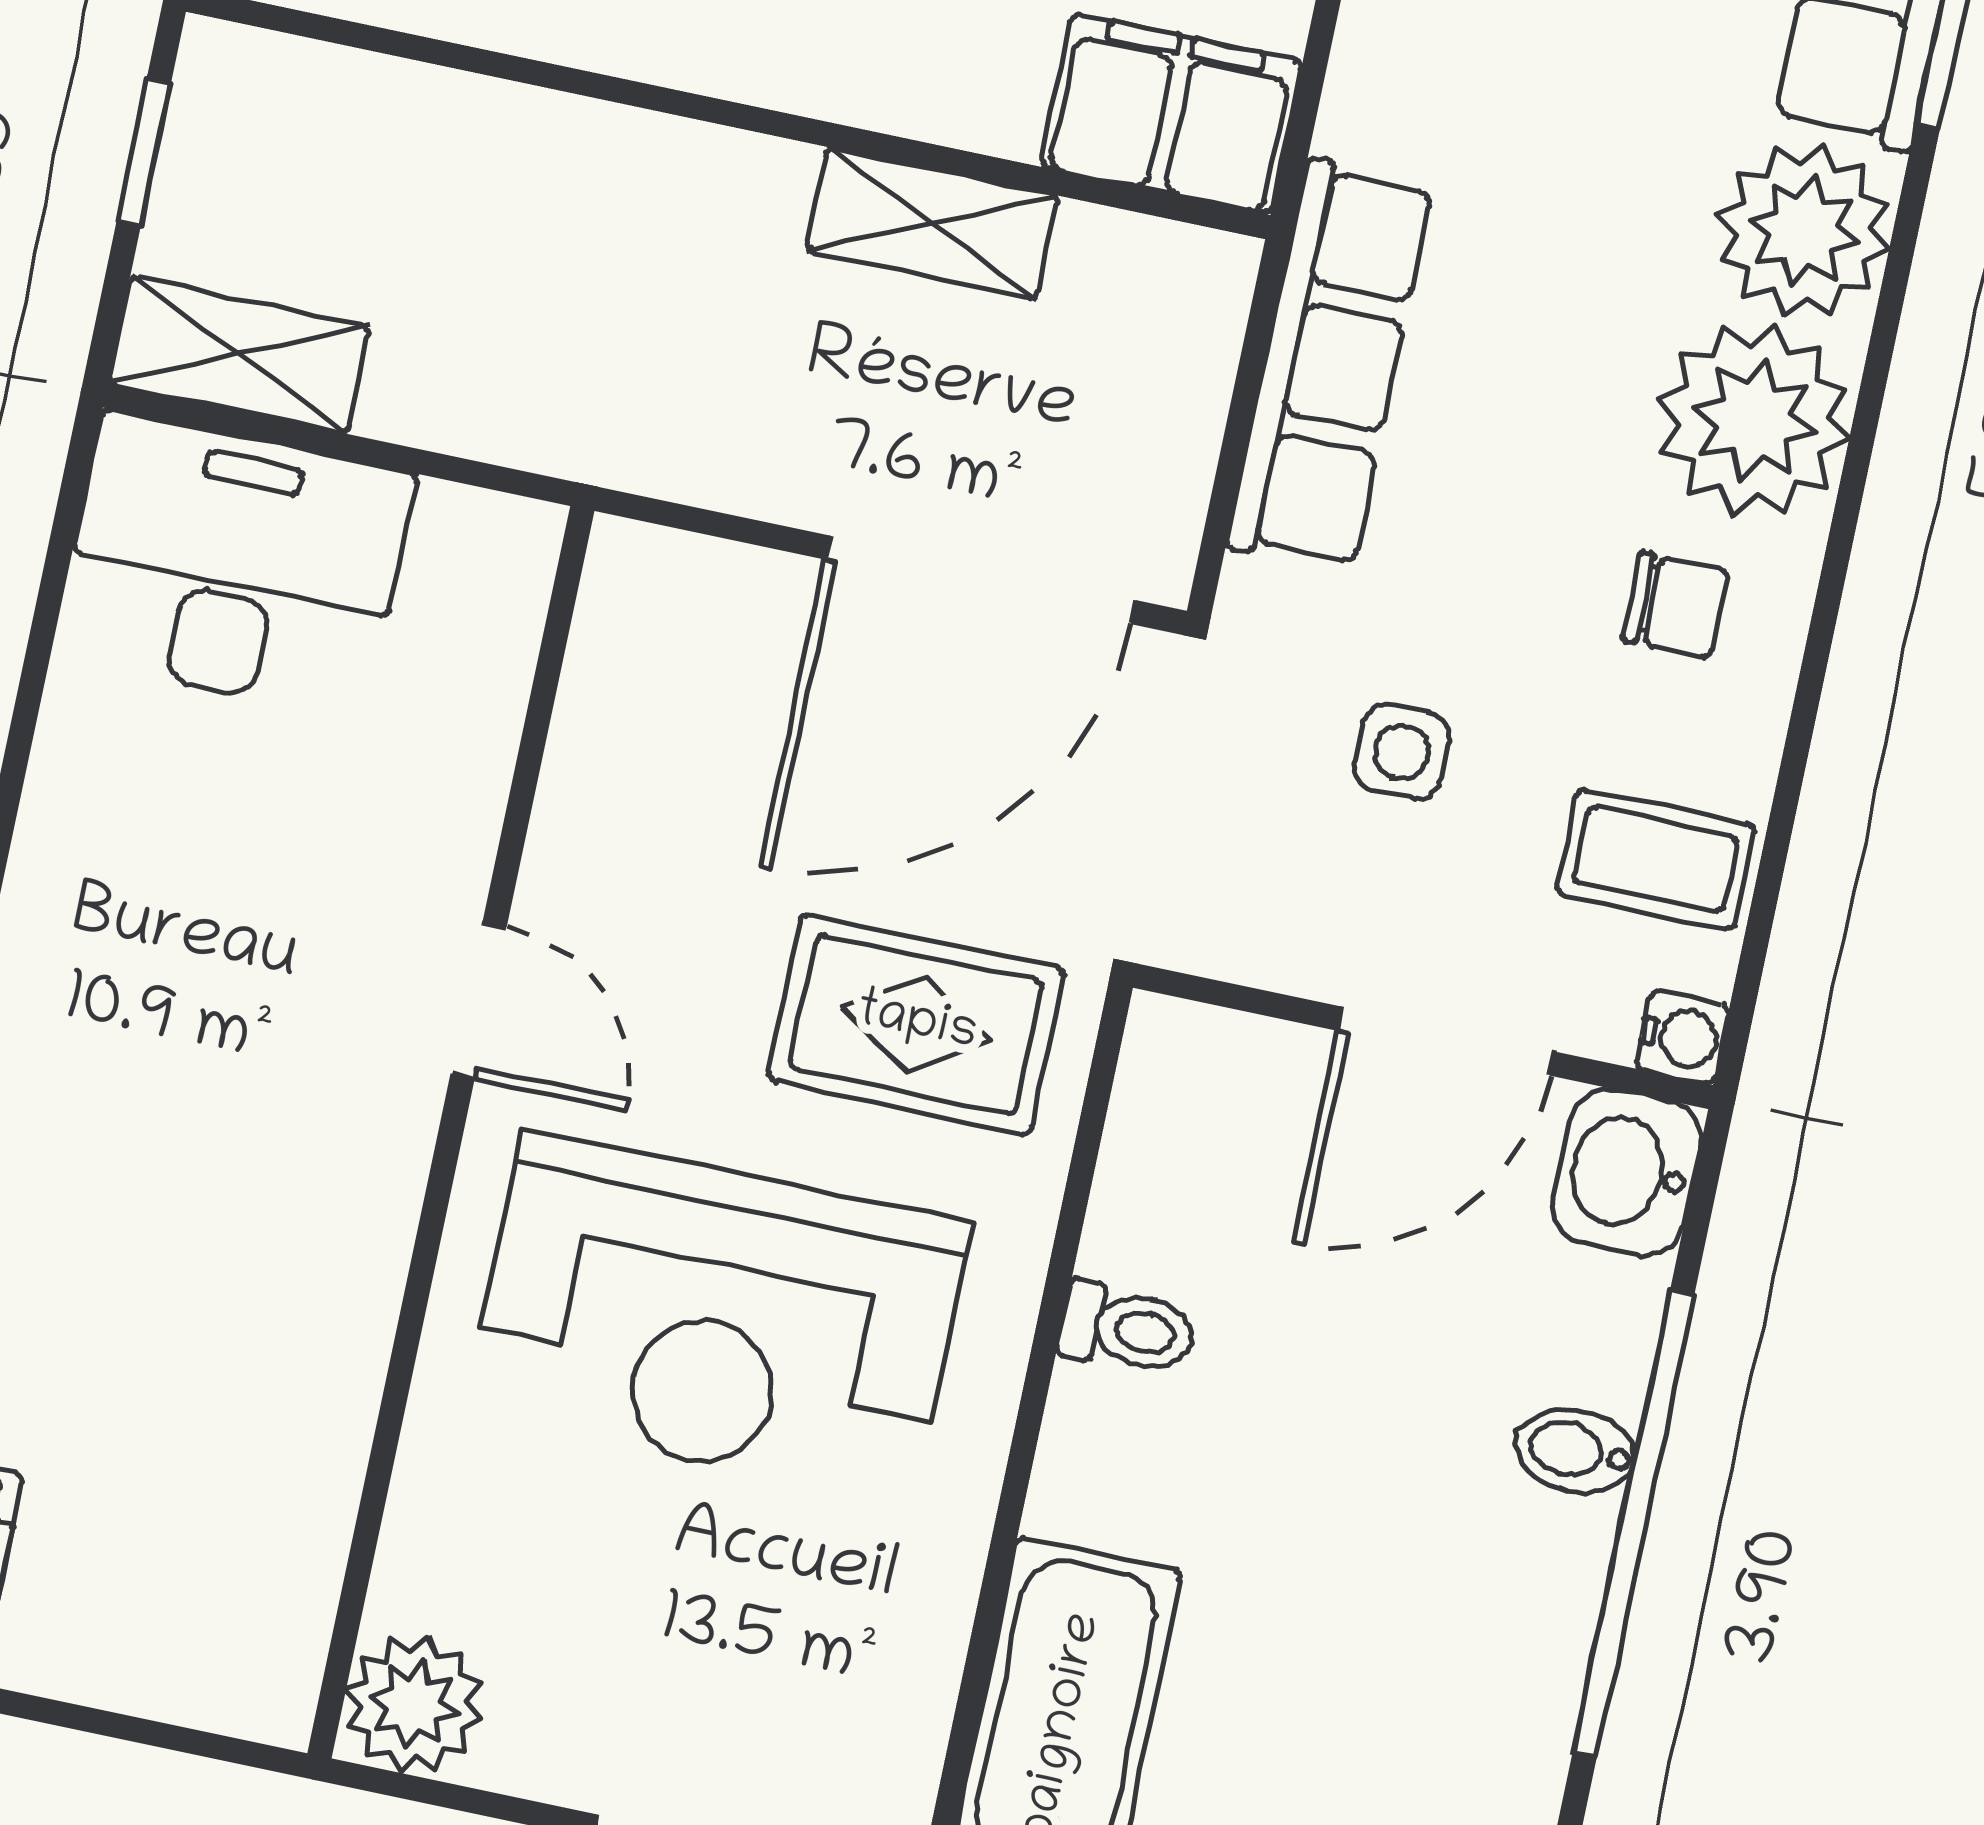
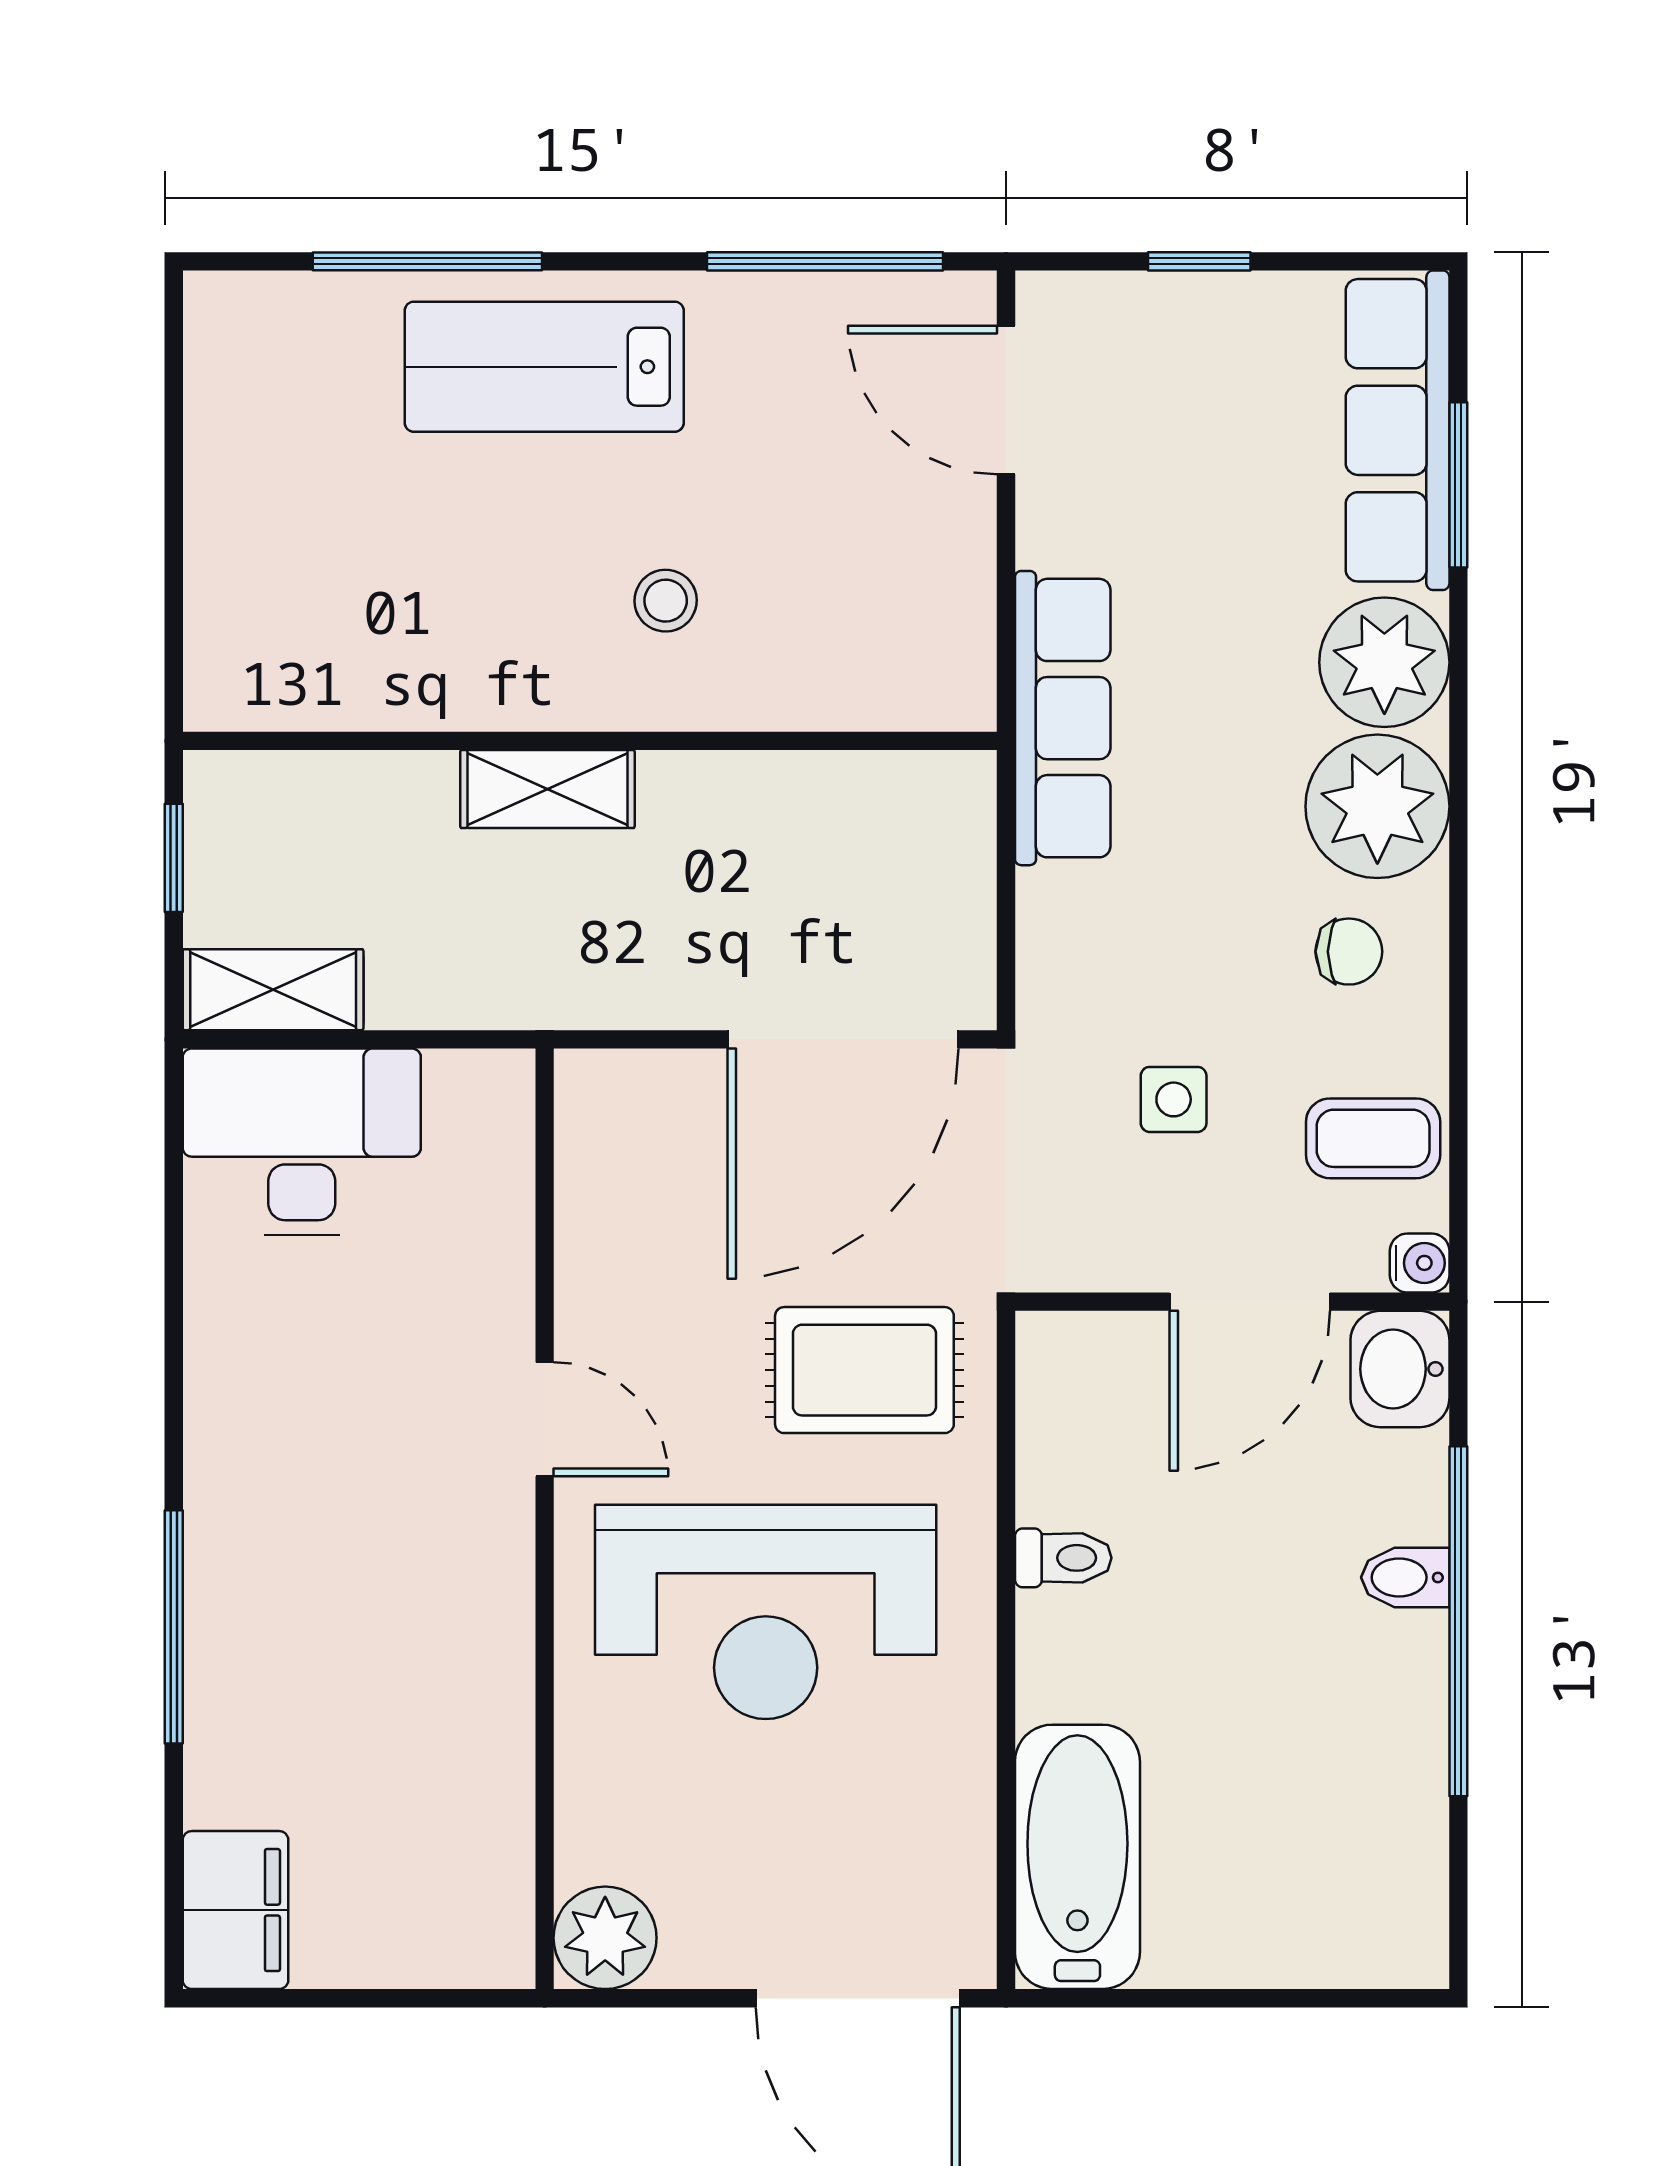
filing cabinet: (1171, 114) -> (910, 674), removed
shelving: (932, 223) -> (547, 789), moved
row of seats: (1330, 365) -> (1063, 718), moved

